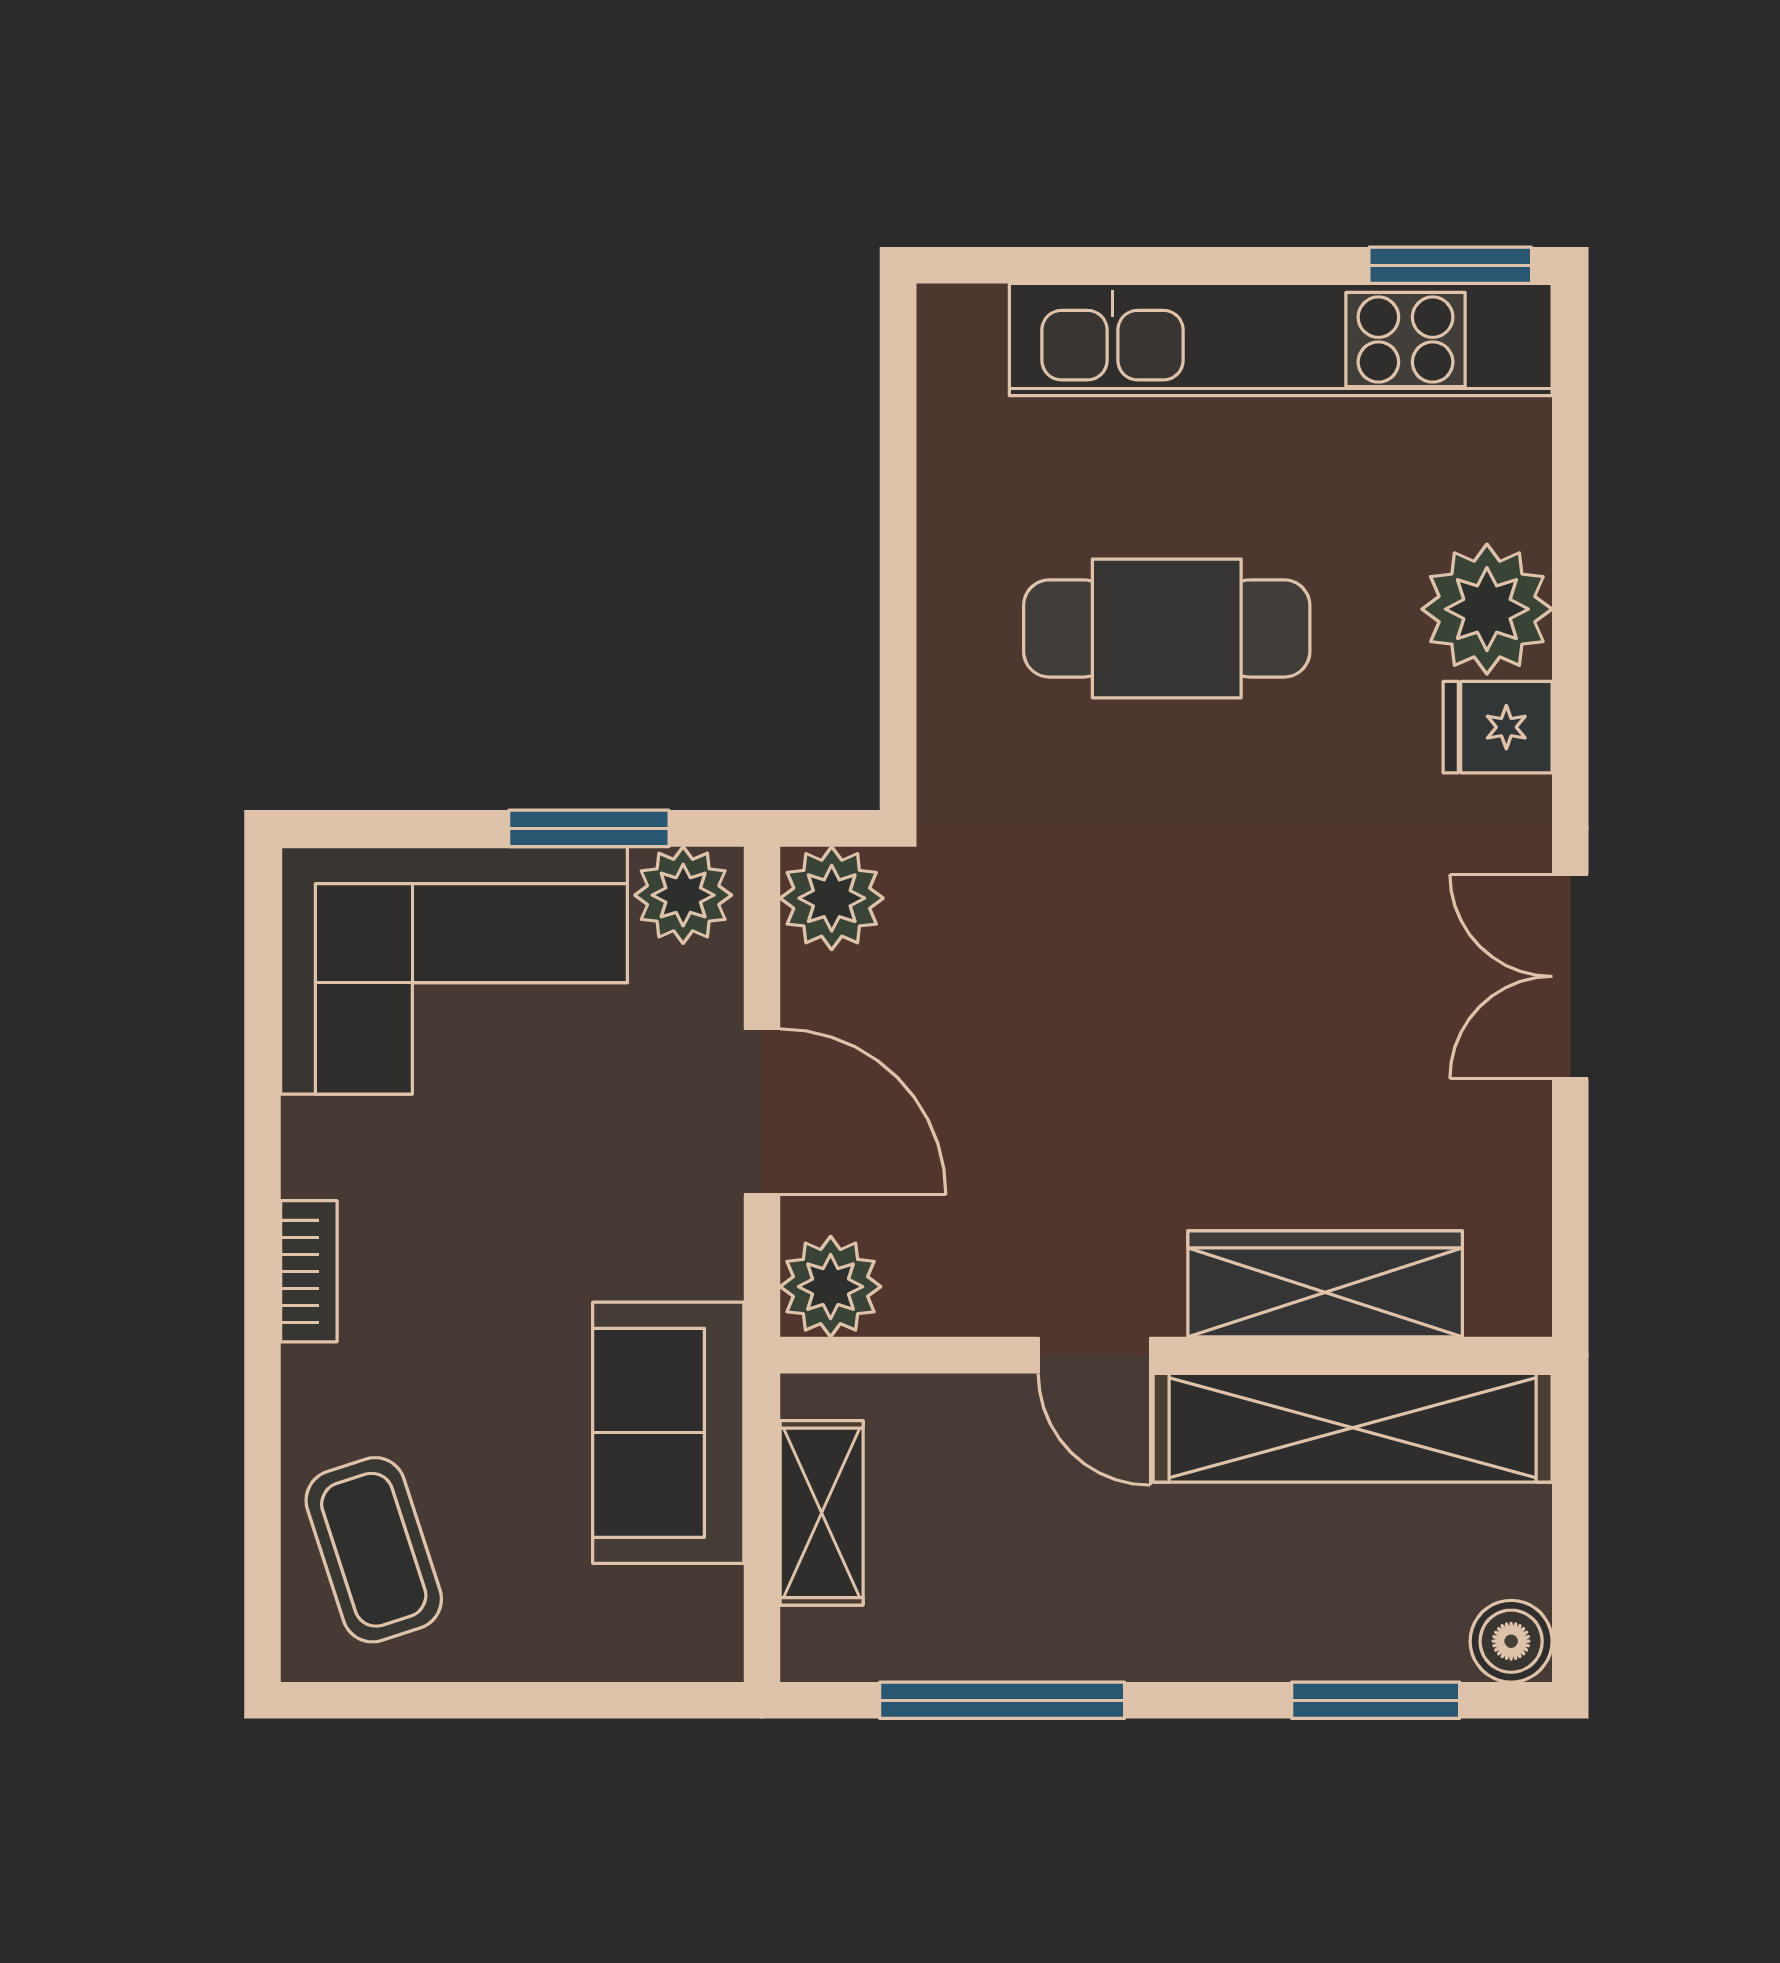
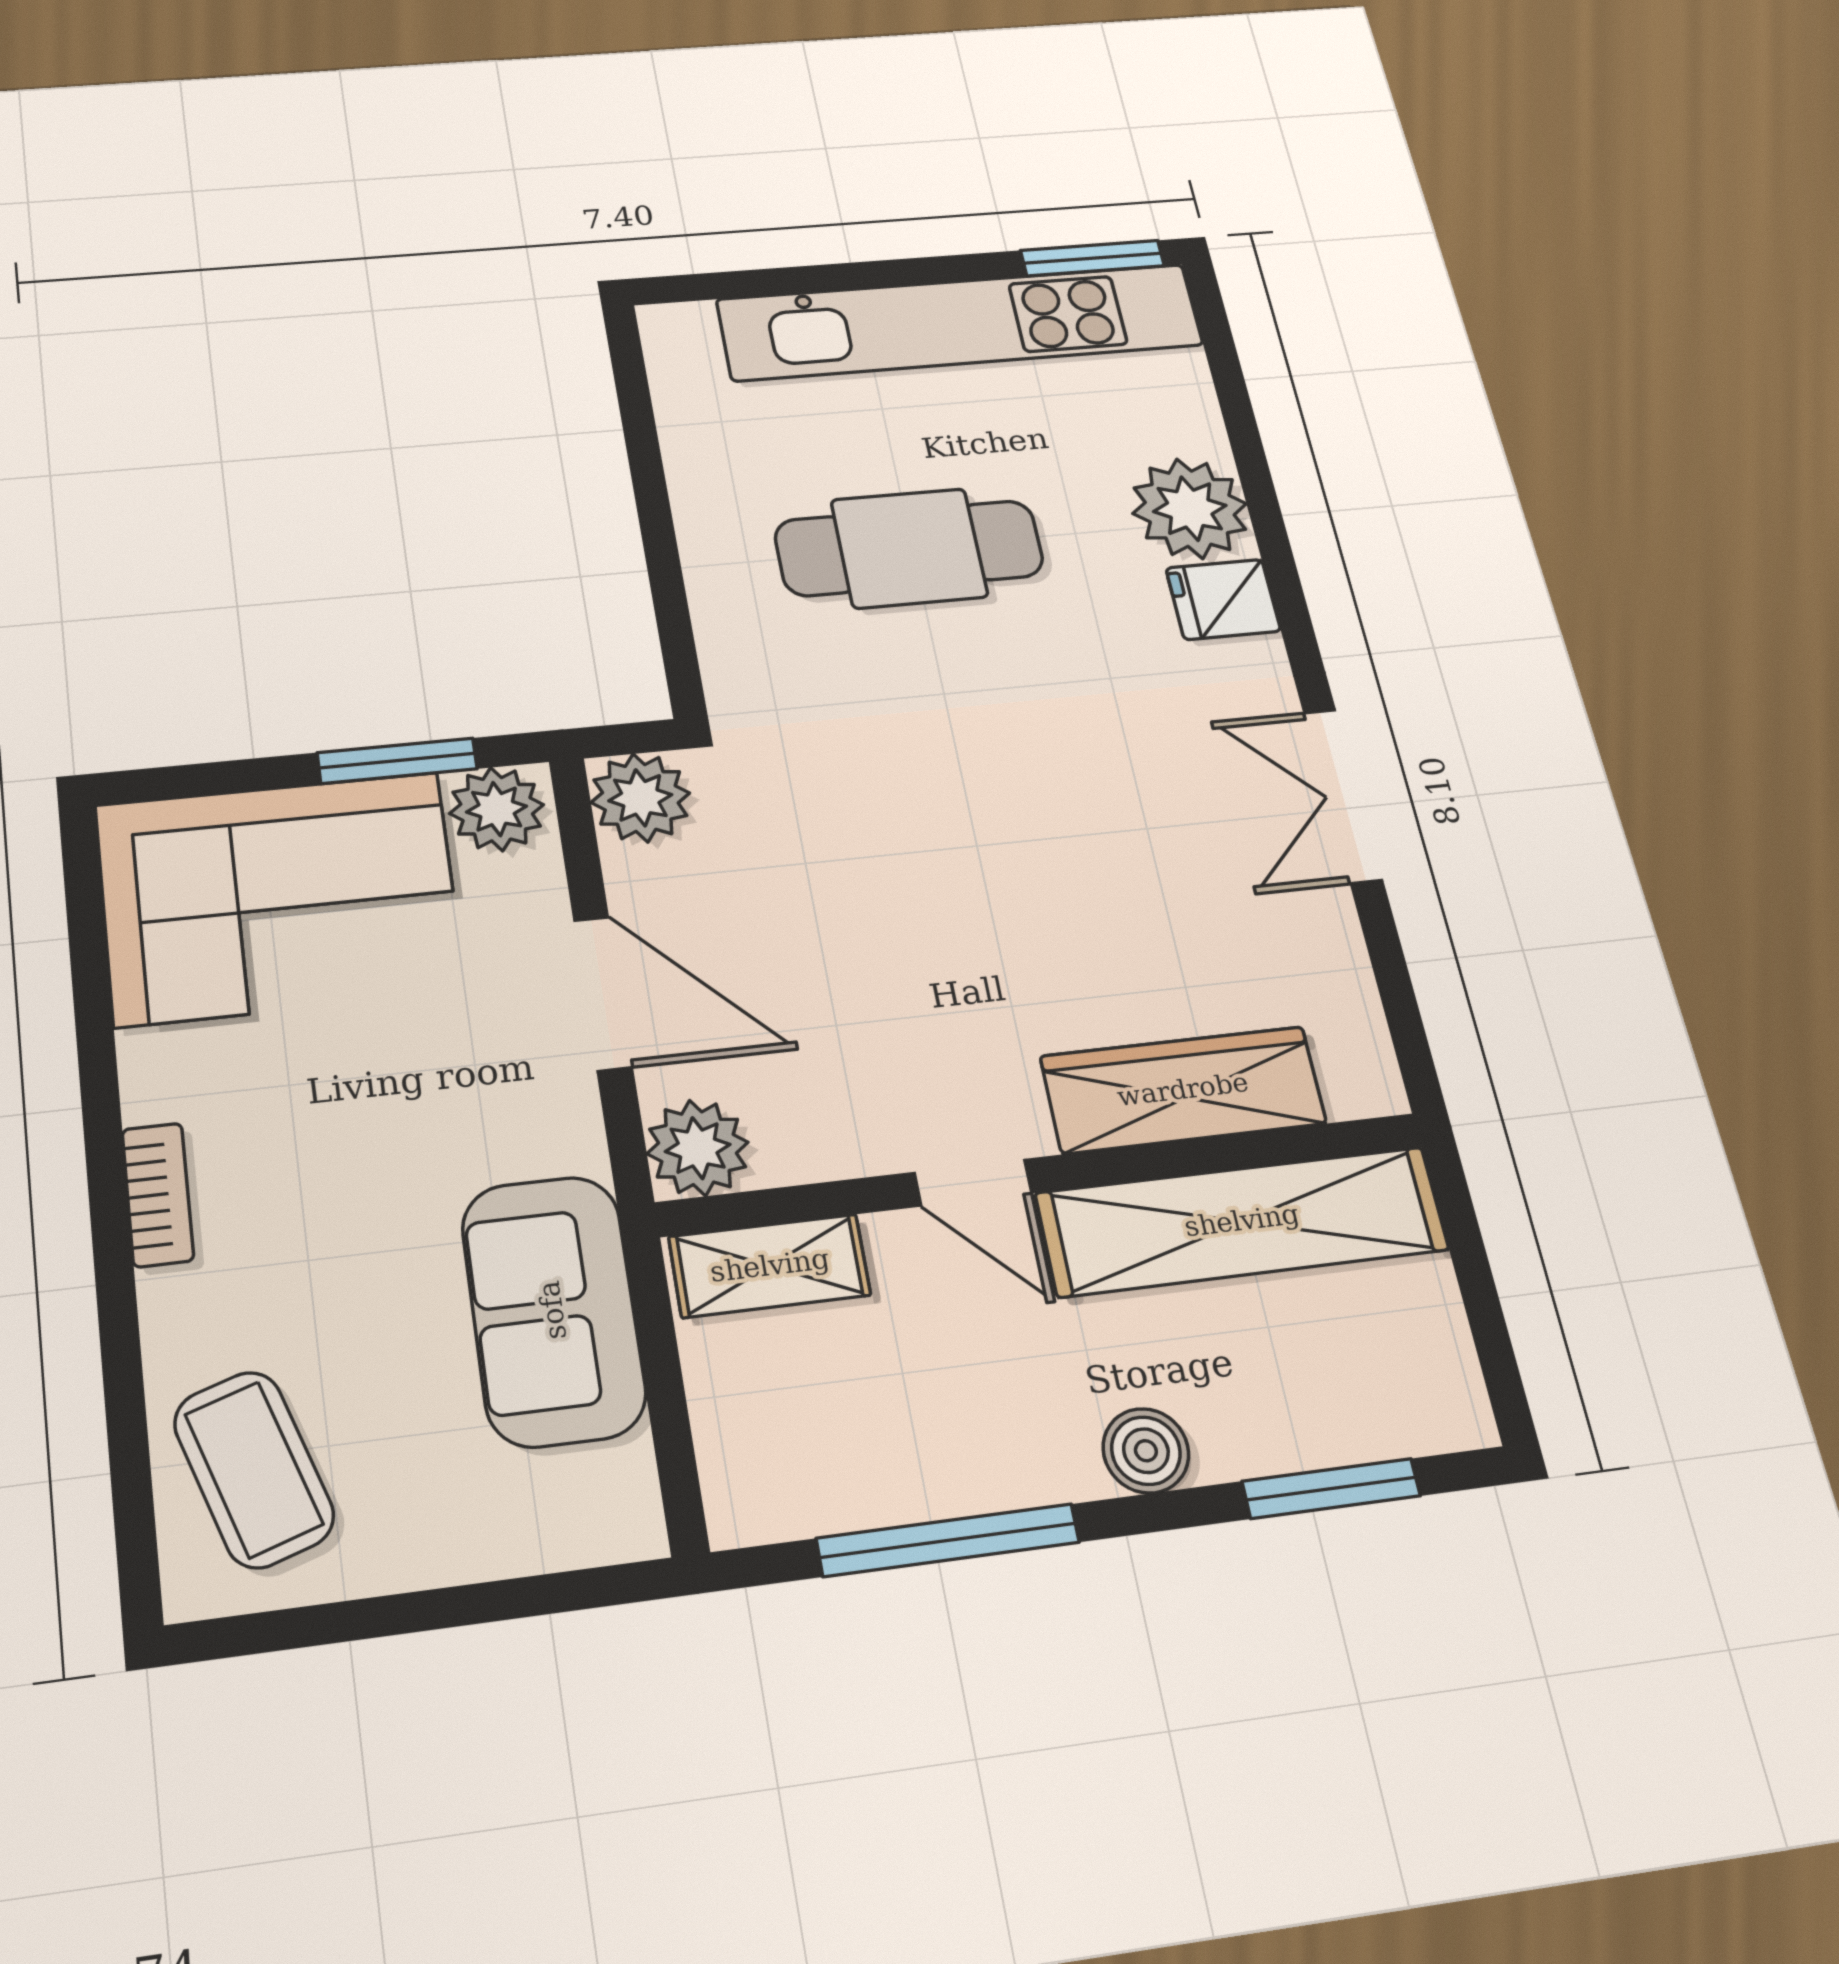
shelving: (822, 1513) -> (770, 1266), moved, turned 90
boiler: (1511, 1641) -> (1146, 1451), moved

